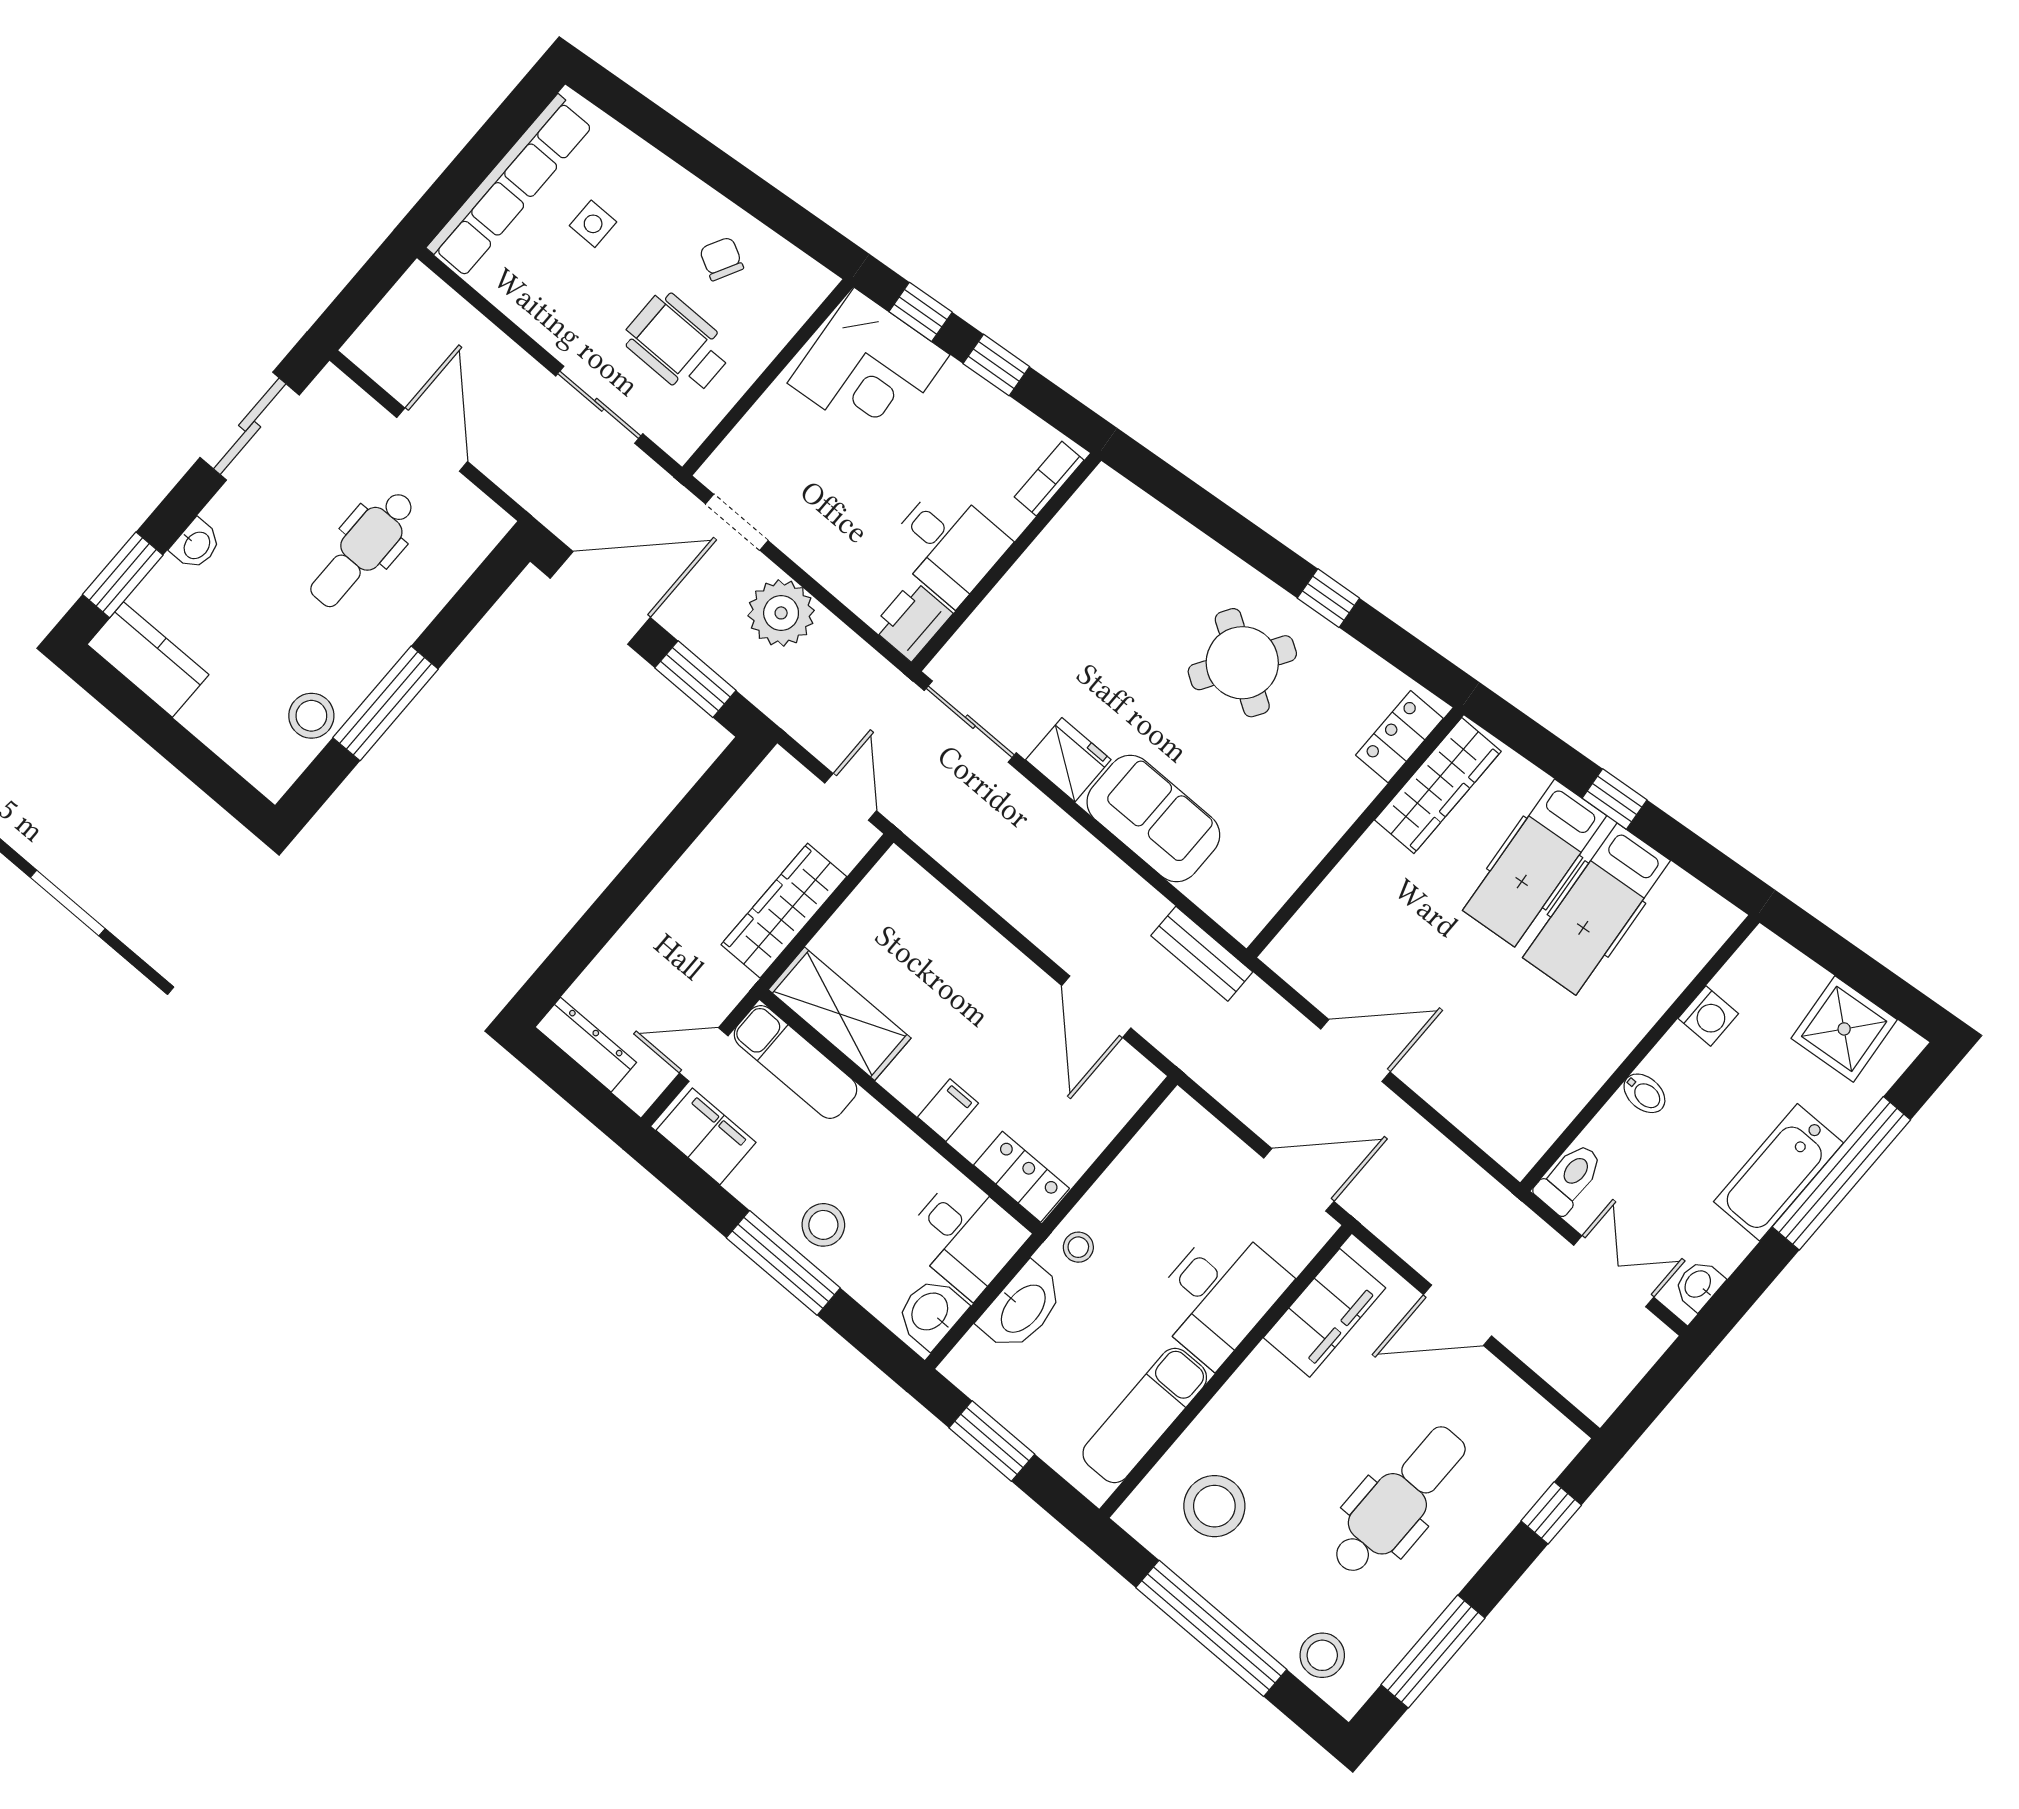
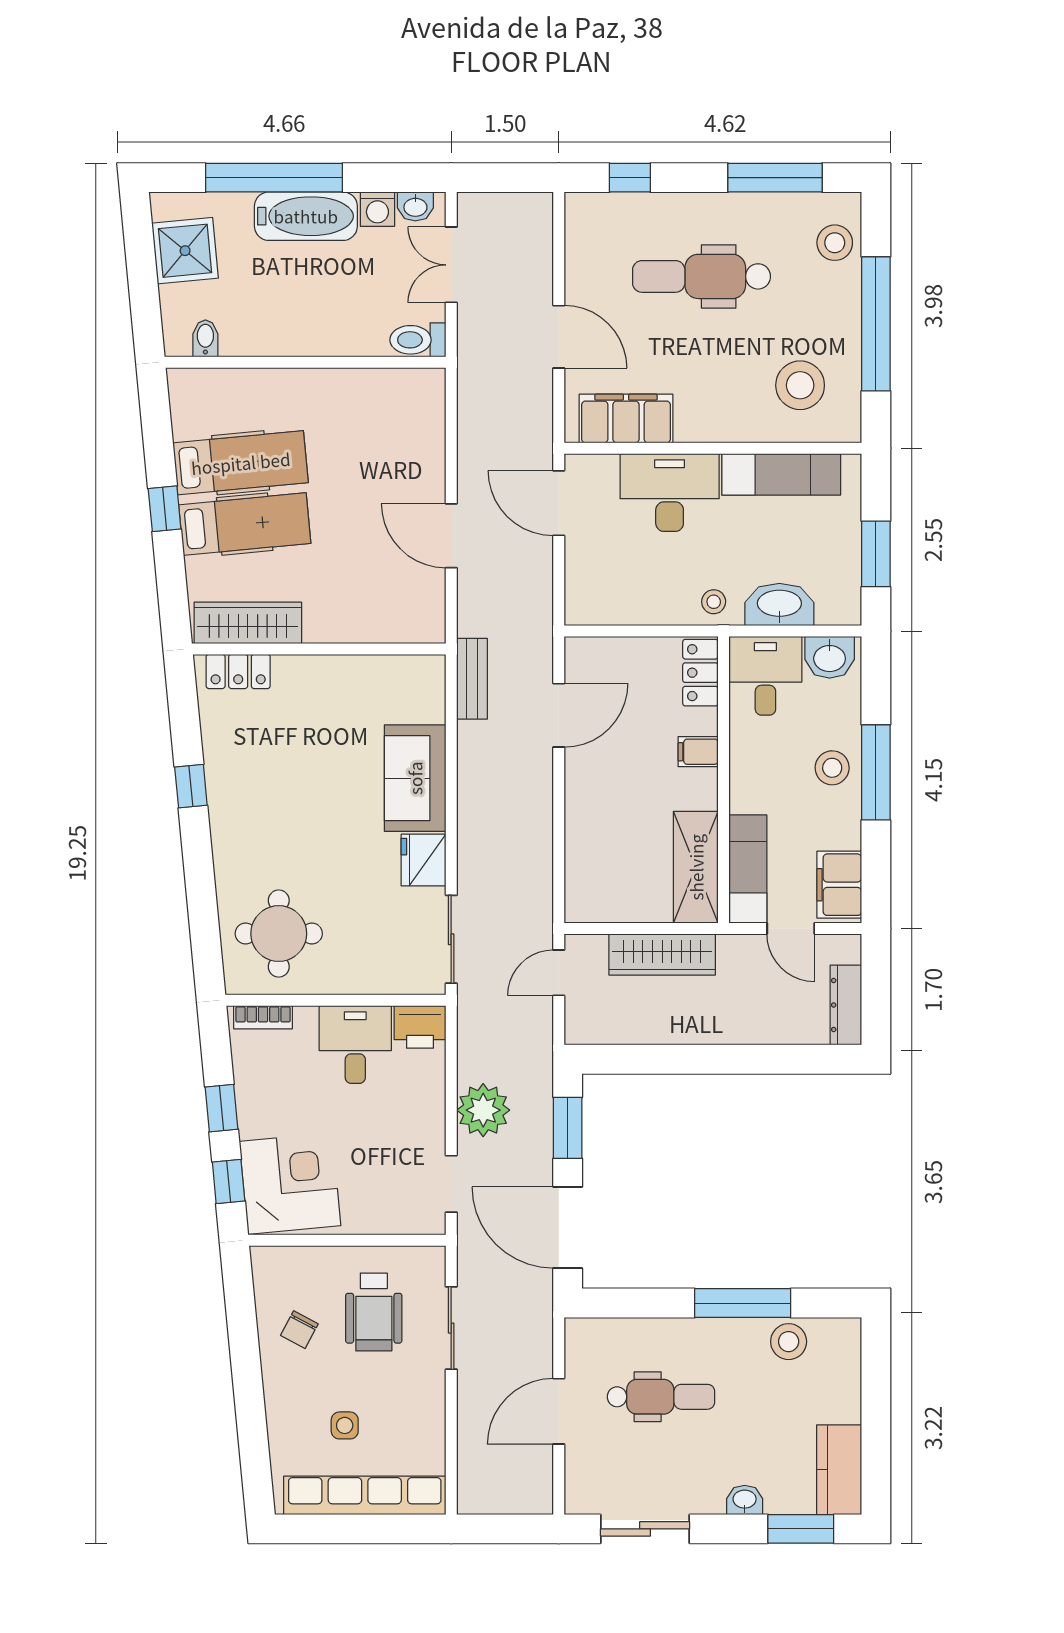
round table: (1242, 663) -> (279, 934), moved, turned -32
washing machine: (1708, 1016) -> (377, 209), moved, turned 180
bidet: (1644, 1093) -> (205, 338), moved

